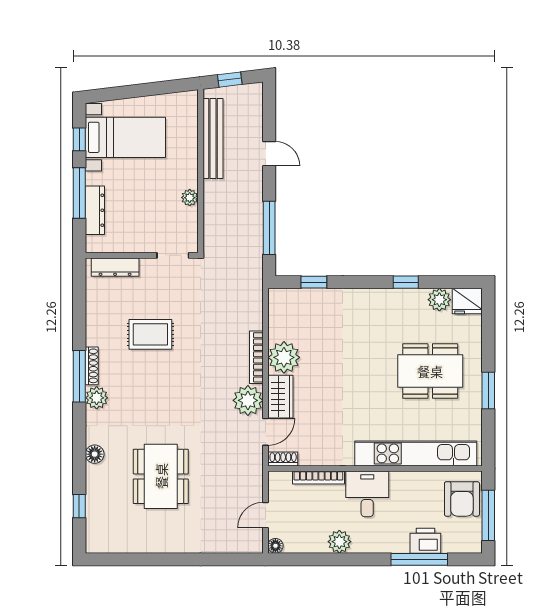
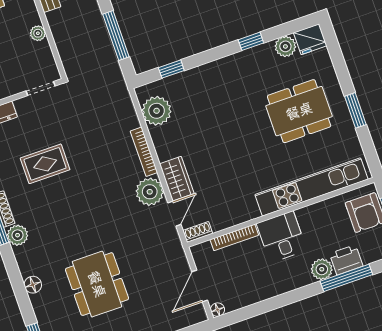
plant: (284, 357) -> (157, 111), moved
door: (266, 515) -> (200, 286), width x1.38
plant: (339, 542) -> (322, 269), moved

